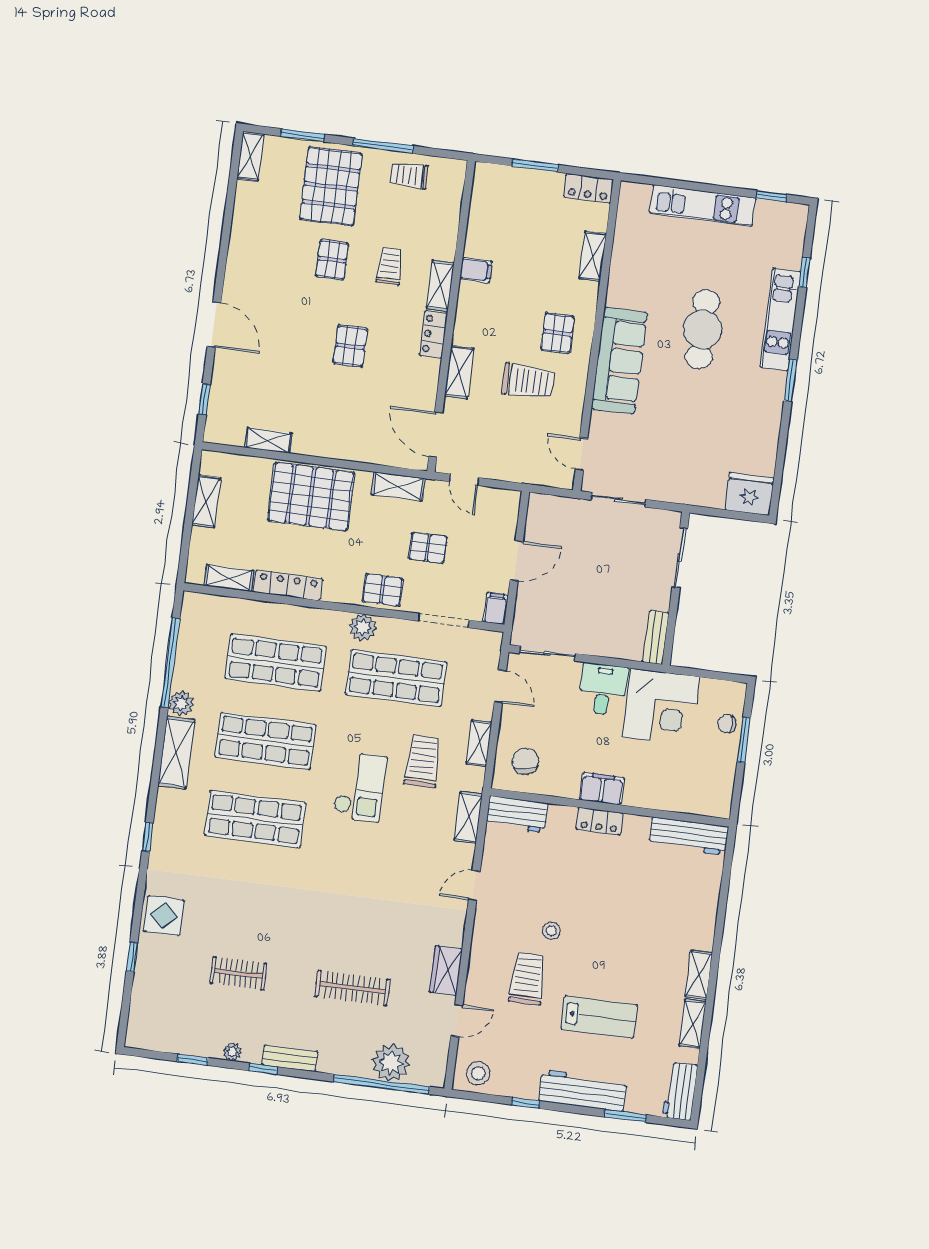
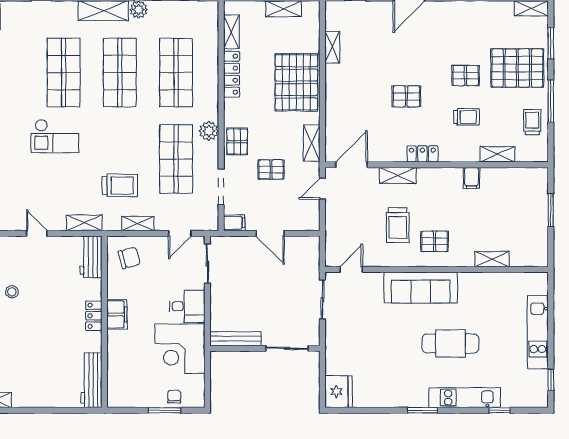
locker: (588, 188) -> (540, 250), removed
shelving: (440, 286) -> (497, 154), moved
pallet: (428, 548) -> (271, 169), turned 90
bench: (656, 637) -> (235, 339), width x1.36
checkout: (360, 787) -> (55, 136), moved

